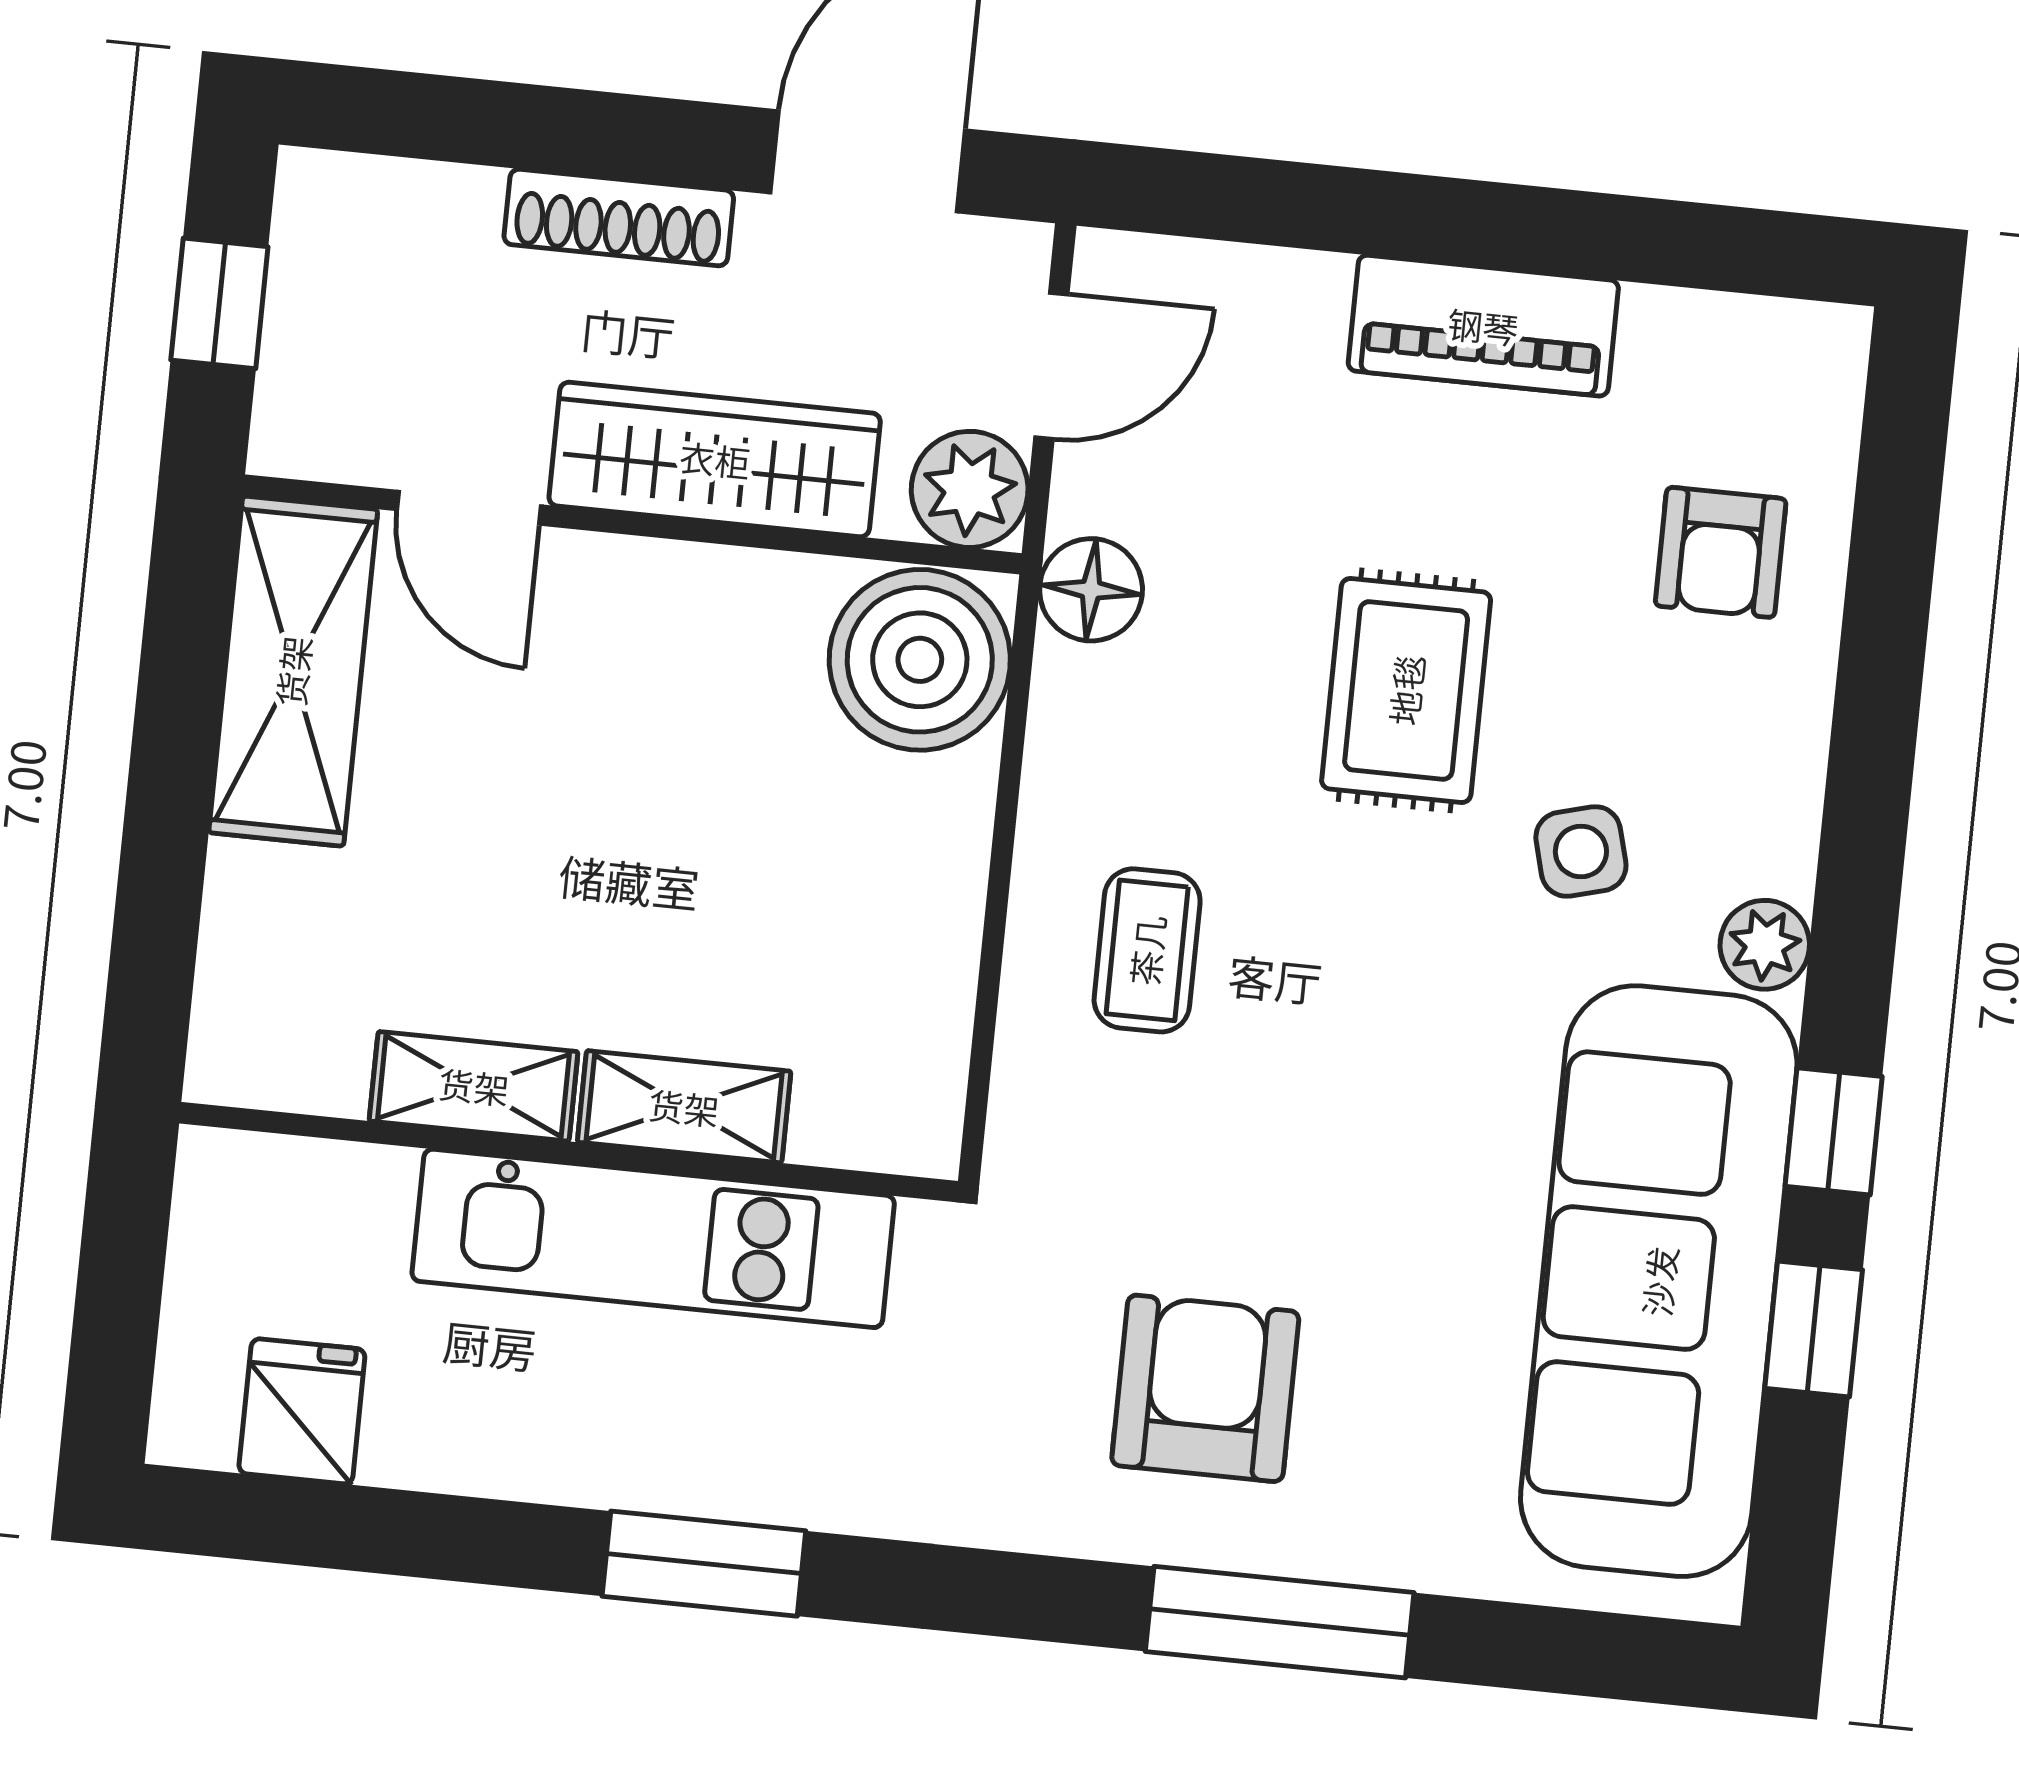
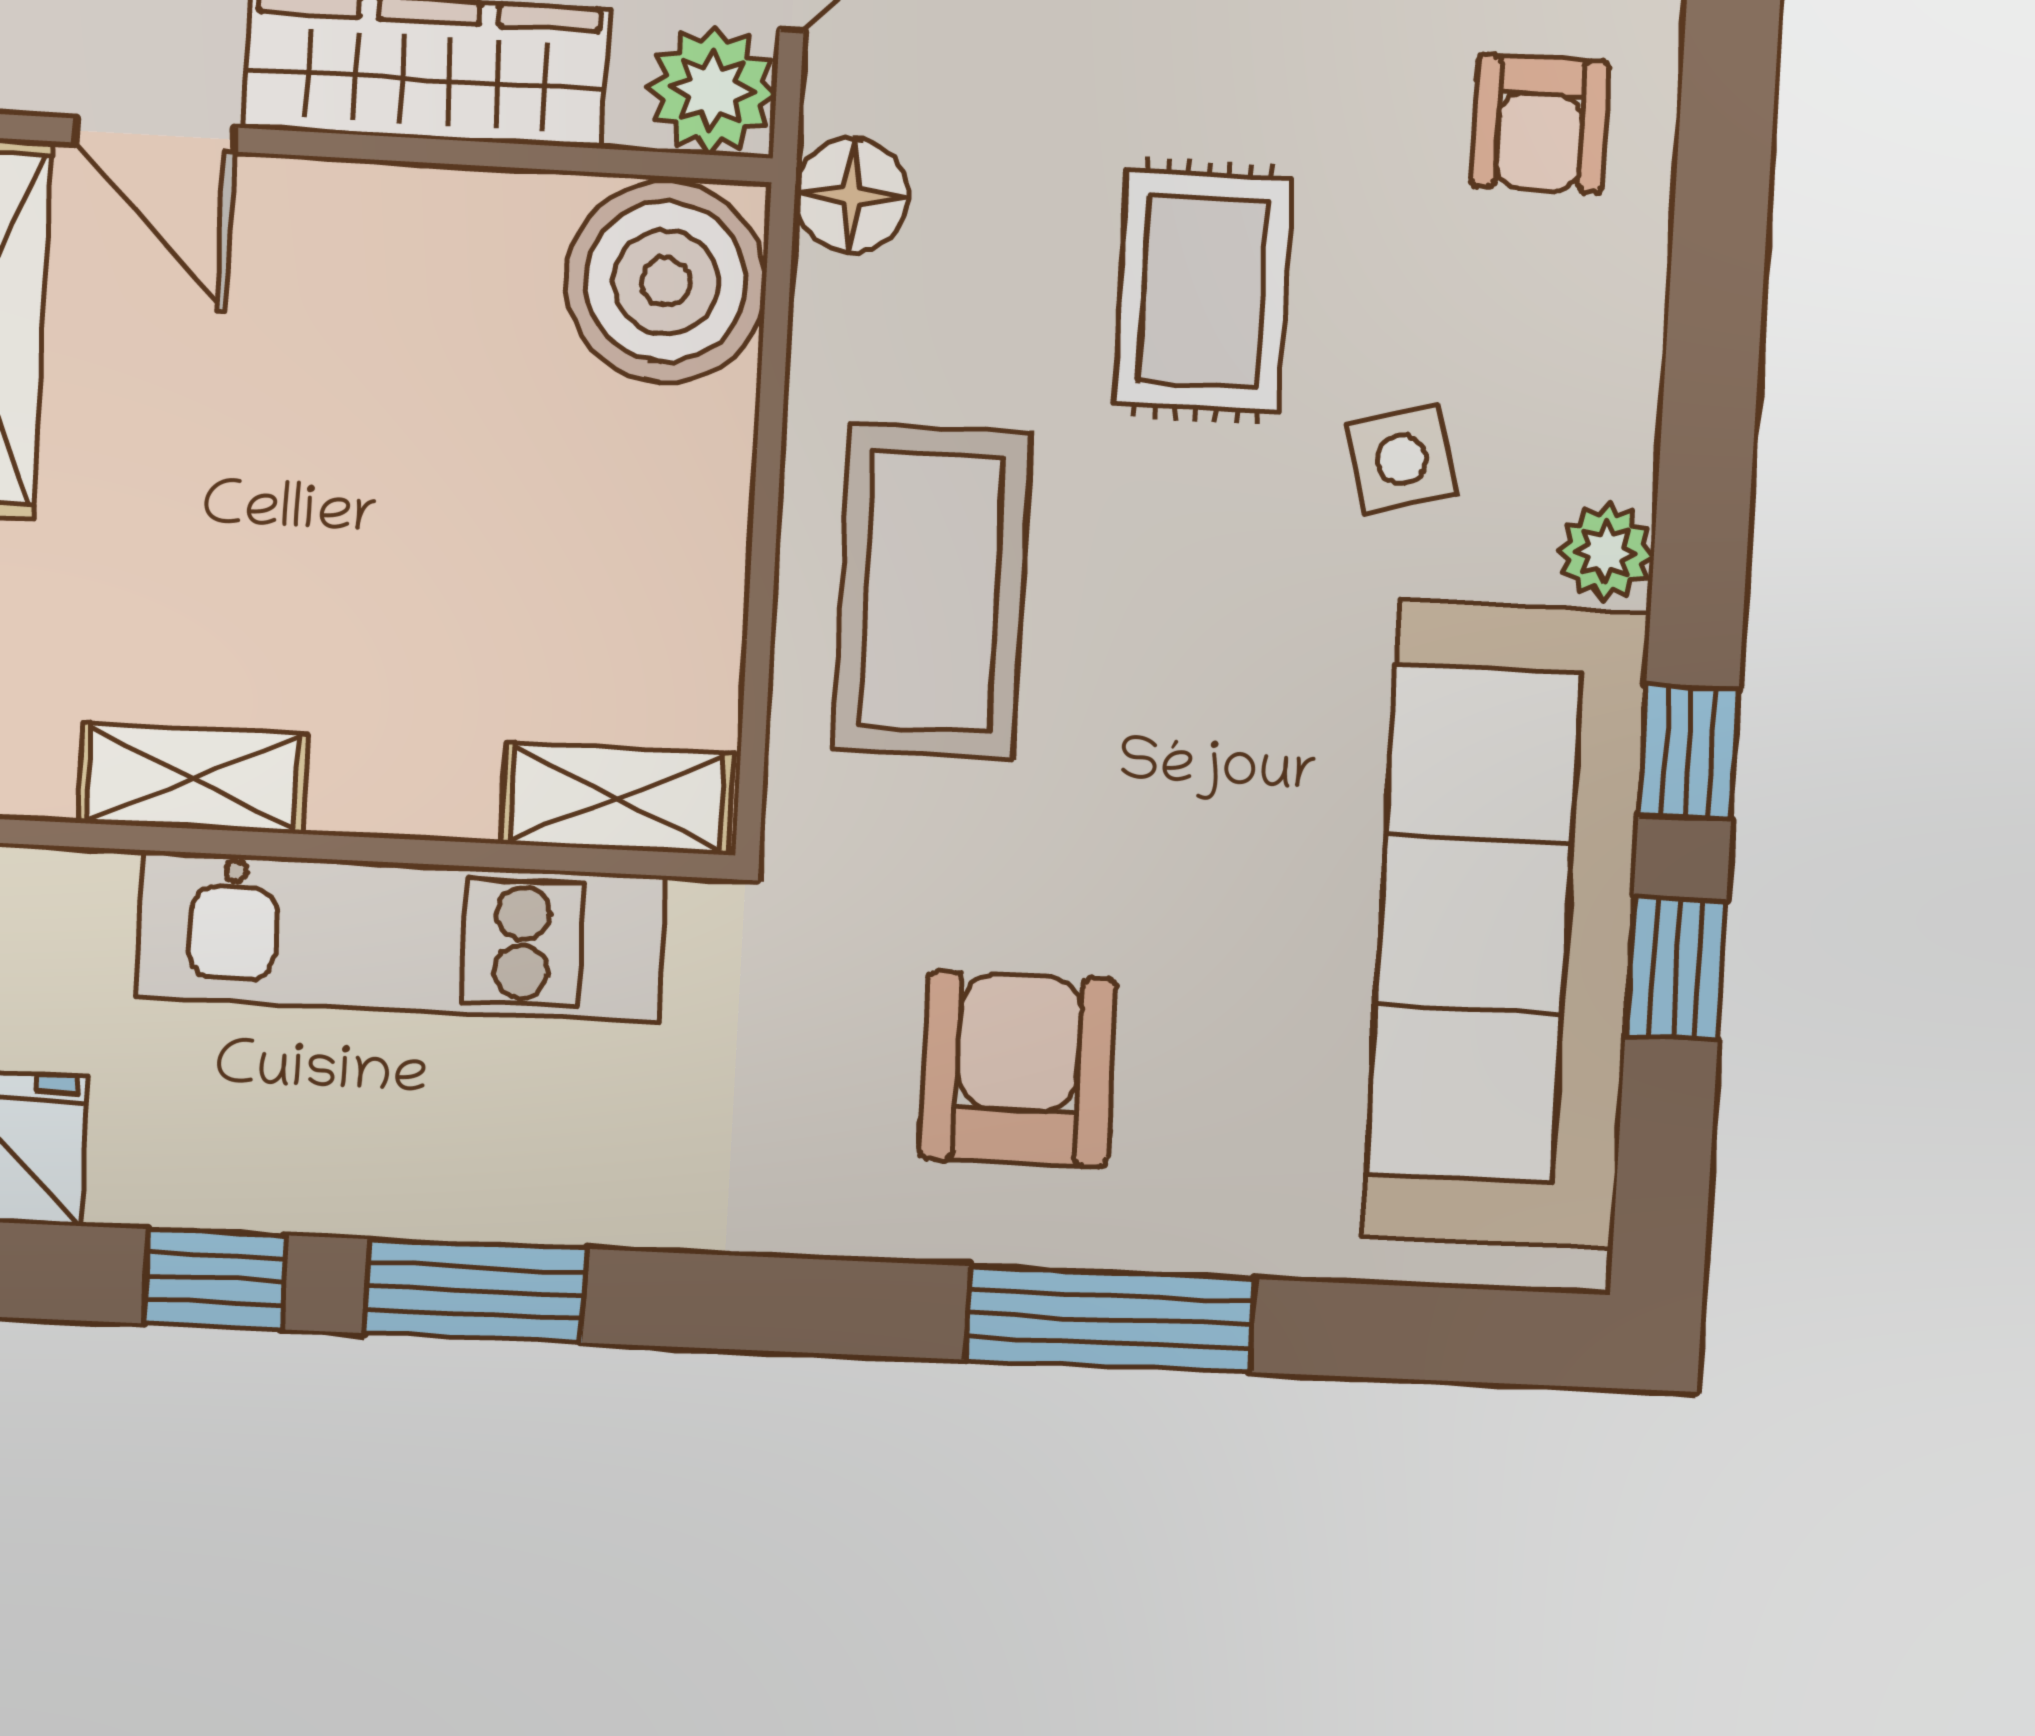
coffee table: (1147, 950) -> (932, 591), width x1.86, depth x1.72
shelving: (684, 1107) -> (617, 799), moved
window: (470, 1540) -> (214, 1279), added

